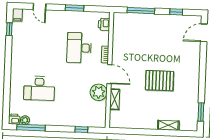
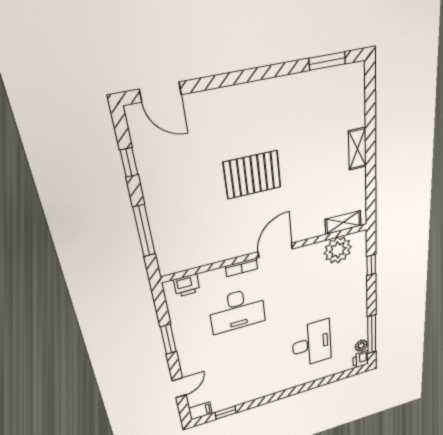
pallet: (160, 81) -> (252, 175), moved, turned 90
plant: (99, 92) -> (338, 250), moved
shelving: (115, 99) -> (343, 222), moved
shelving: (168, 125) -> (357, 149), moved

